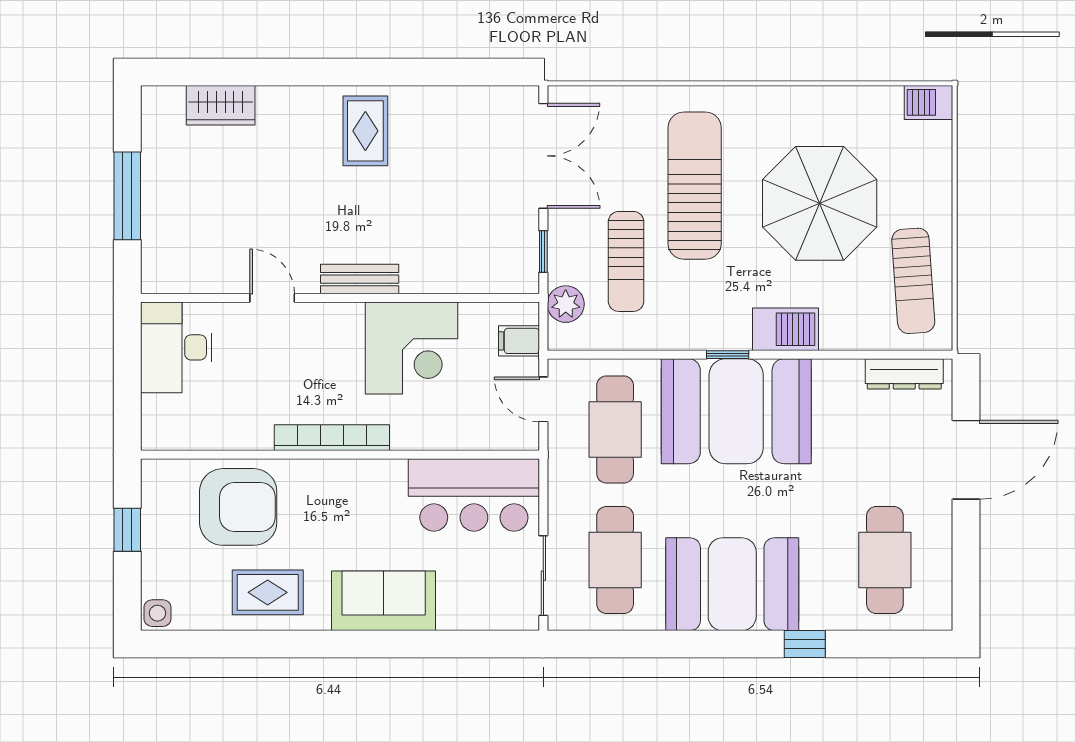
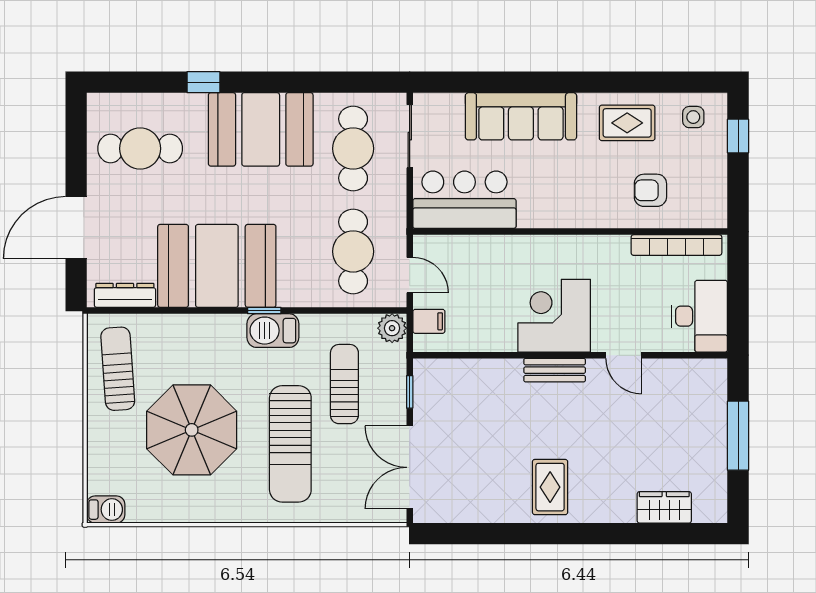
plant: (566, 304) -> (392, 328), moved
barbecue: (786, 329) -> (273, 331), moved
corner desk: (412, 348) -> (554, 316), moved
booth: (736, 411) -> (217, 266), moved
bookcase: (332, 438) -> (676, 245), moved
armchair: (238, 507) -> (650, 190), width x0.53, depth x0.53
window: (127, 530) -> (738, 136), moved
cafe table: (885, 560) -> (140, 149), turned 90
sofa: (384, 601) -> (521, 116), width x1.36
side table: (157, 613) -> (693, 117), moved

